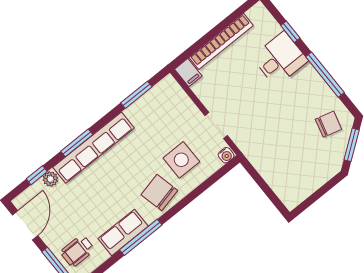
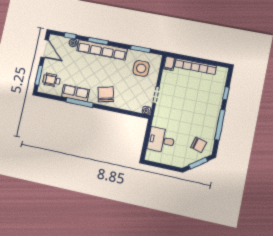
desk: (280, 59) -> (161, 140), moved, turned 180
side table: (181, 160) -> (141, 68), moved
door: (25, 225) -> (45, 49), hinge flipped

